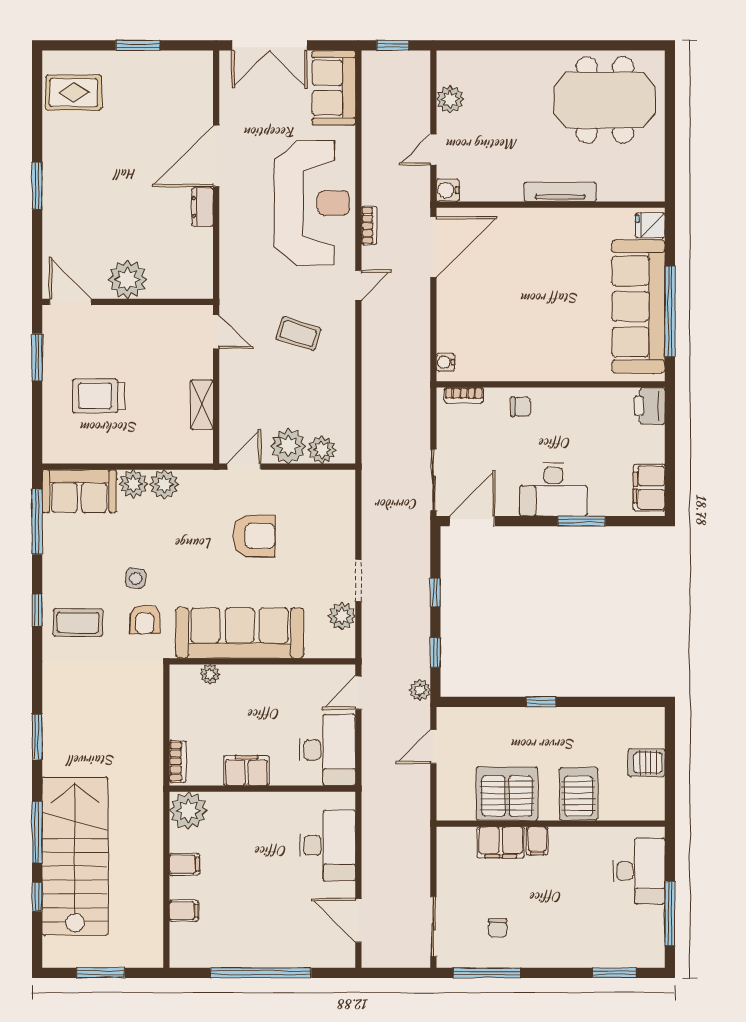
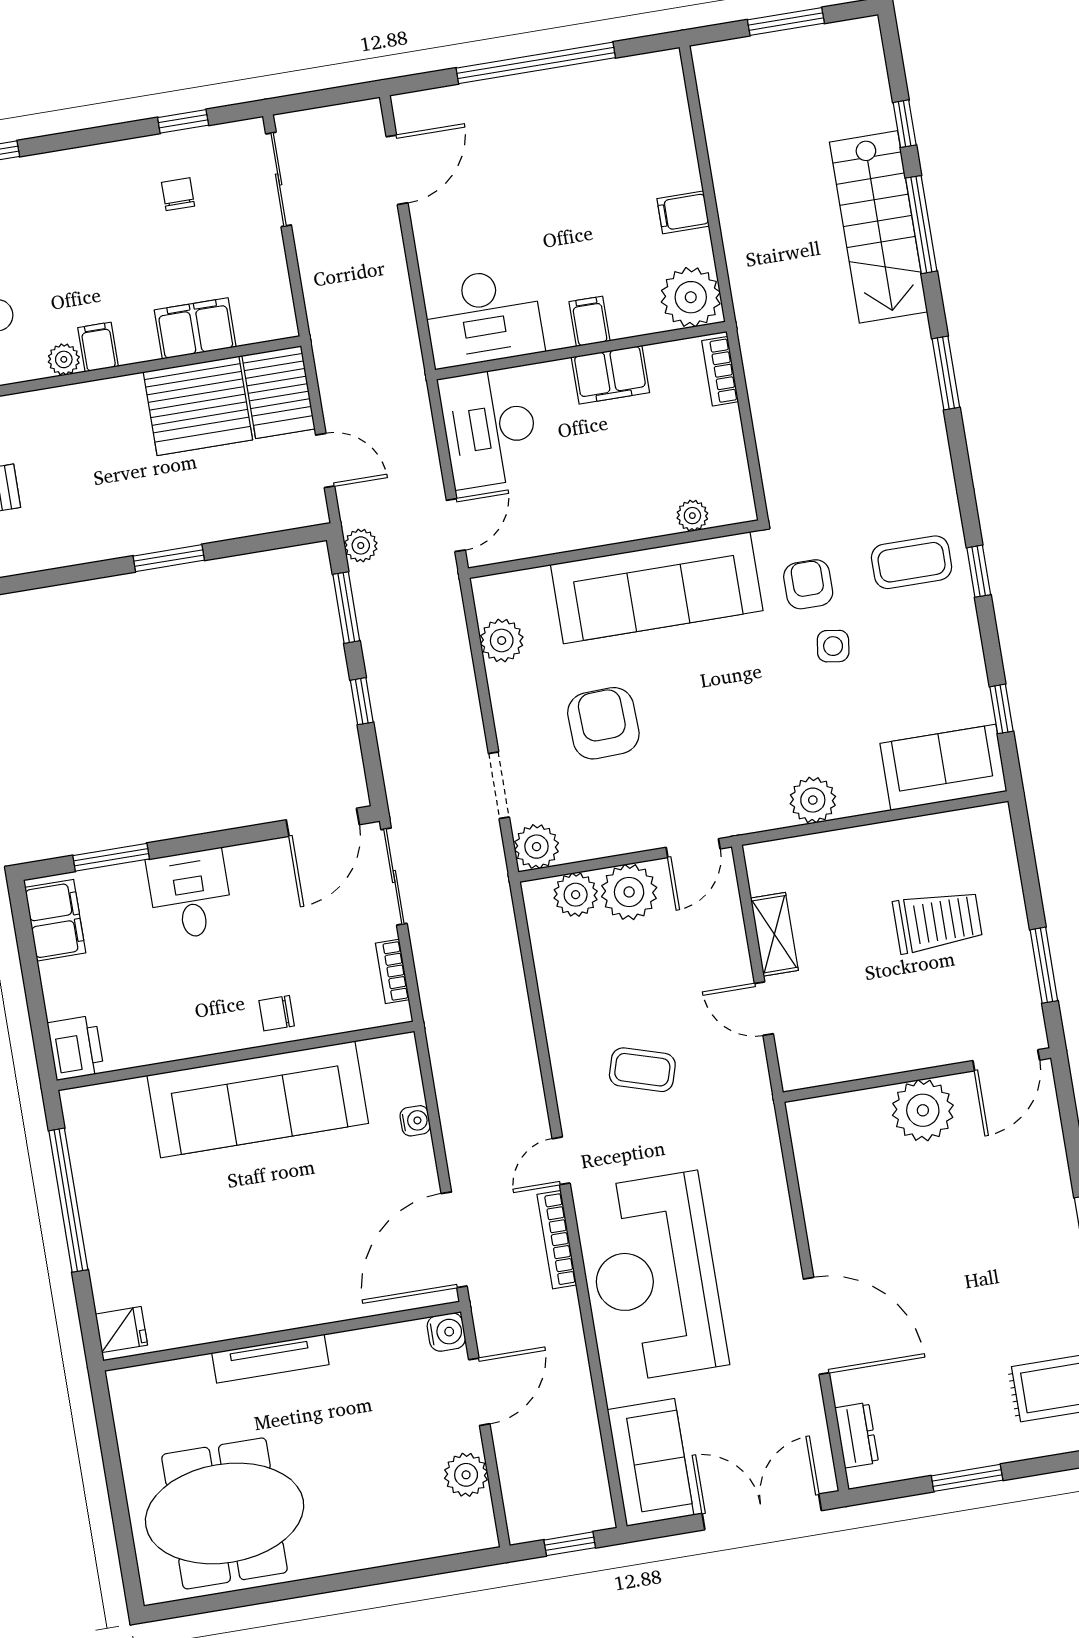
door: (433, 150) -> (479, 1392), width x1.38
door: (216, 156) -> (816, 1326), hinge flipped
dresser: (202, 207) -> (857, 1435), moved
bookcase: (369, 226) -> (557, 1240), width x1.56
door: (70, 302) -> (1006, 1060), hinge flipped
sofa: (638, 306) -> (258, 1099), moved, turned 90
door: (216, 332) -> (764, 1009), moved
water cooler: (445, 362) -> (415, 1121), moved
bookcase: (464, 395) -> (392, 971), moved, turned -90
plant: (133, 484) -> (536, 847), moved
desk: (553, 490) -> (190, 895), width x0.73
window: (582, 521) -> (111, 857), moved
window: (37, 522) -> (1001, 709), width x0.46
armchair: (254, 536) -> (603, 723), moved, turned 88
doorway: (358, 580) -> (499, 785), moved
window: (435, 653) -> (346, 608), width x1.50
window: (541, 702) -> (169, 558), width x1.50
door: (433, 746) -> (325, 461), hinge flipped
server rack: (579, 794) -> (279, 392), moved
plant: (586, 837) -> (64, 359), added
filing cabinet: (537, 841) -> (98, 347), moved
desk: (328, 845) -> (483, 317), moved, turned -90
stairs: (75, 856) -> (879, 227), width x0.73, depth x0.66
filing cabinet: (184, 911) -> (590, 321), moved, turned 90
door: (358, 920) -> (397, 170), hinge flipped
window: (487, 973) -> (183, 121), width x0.46

